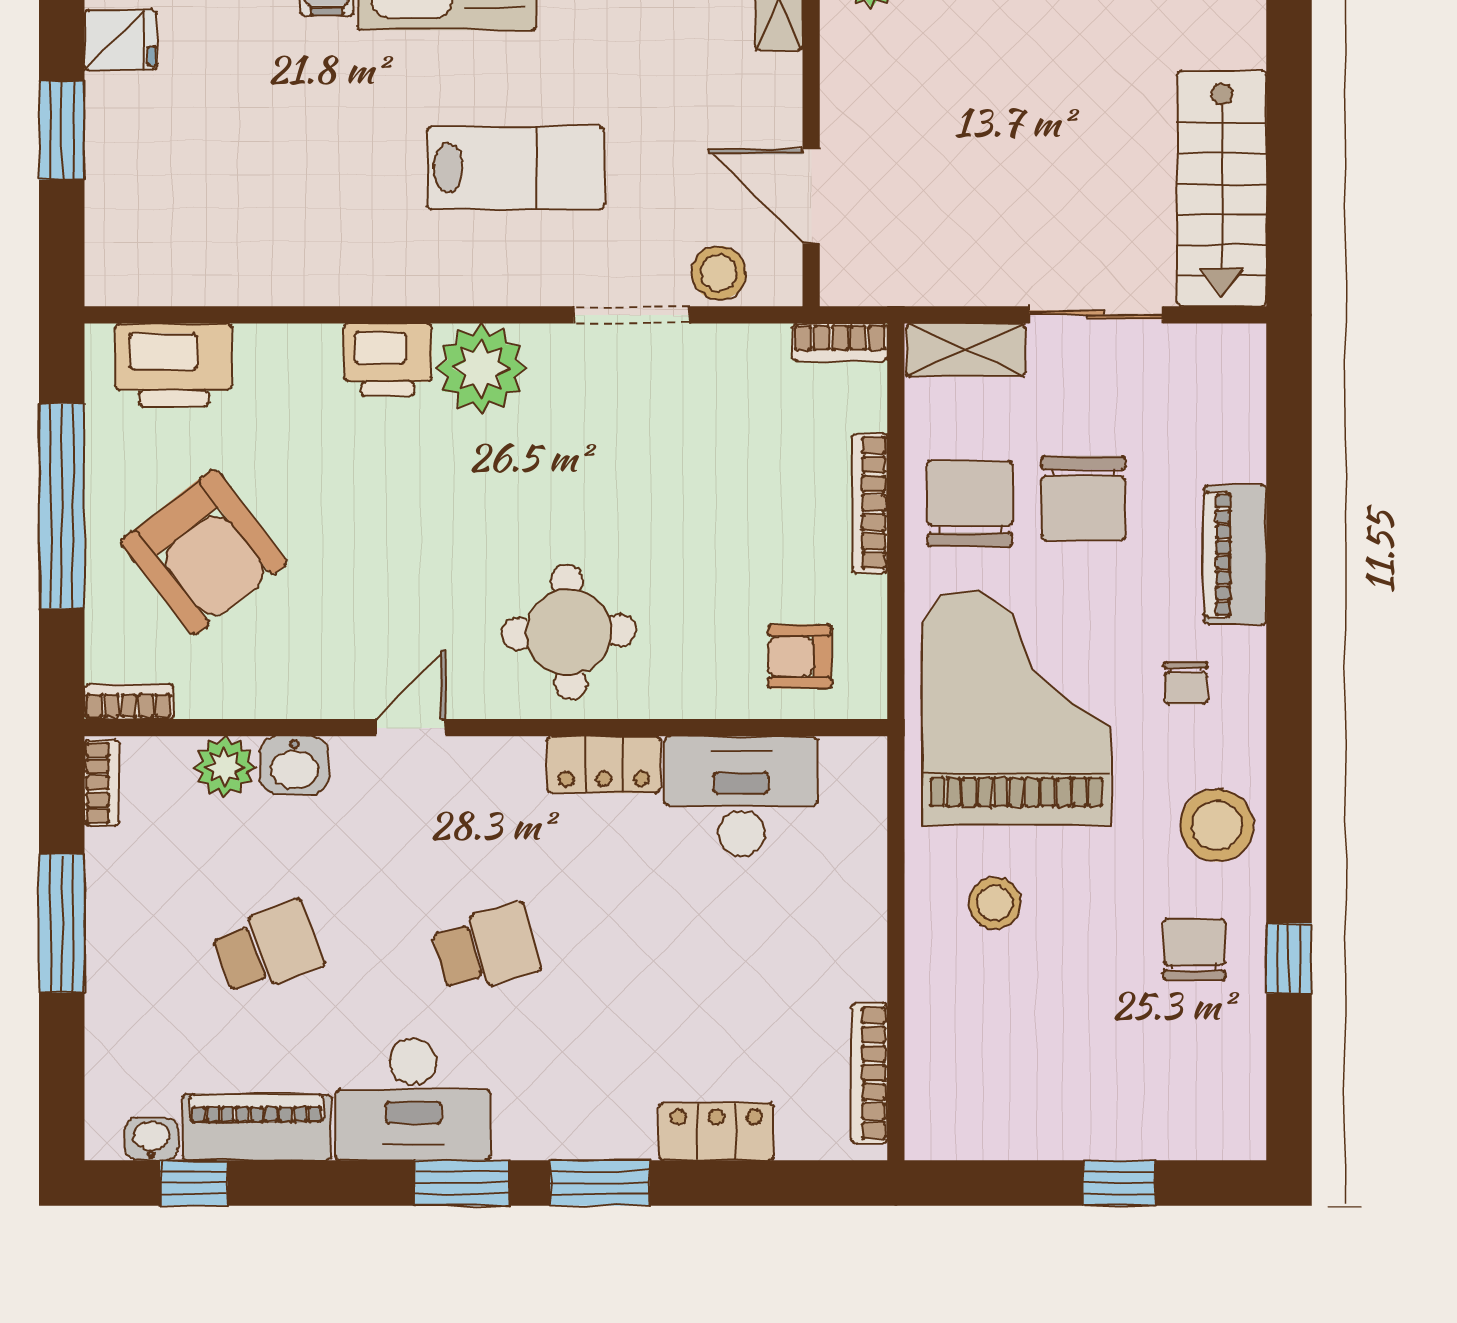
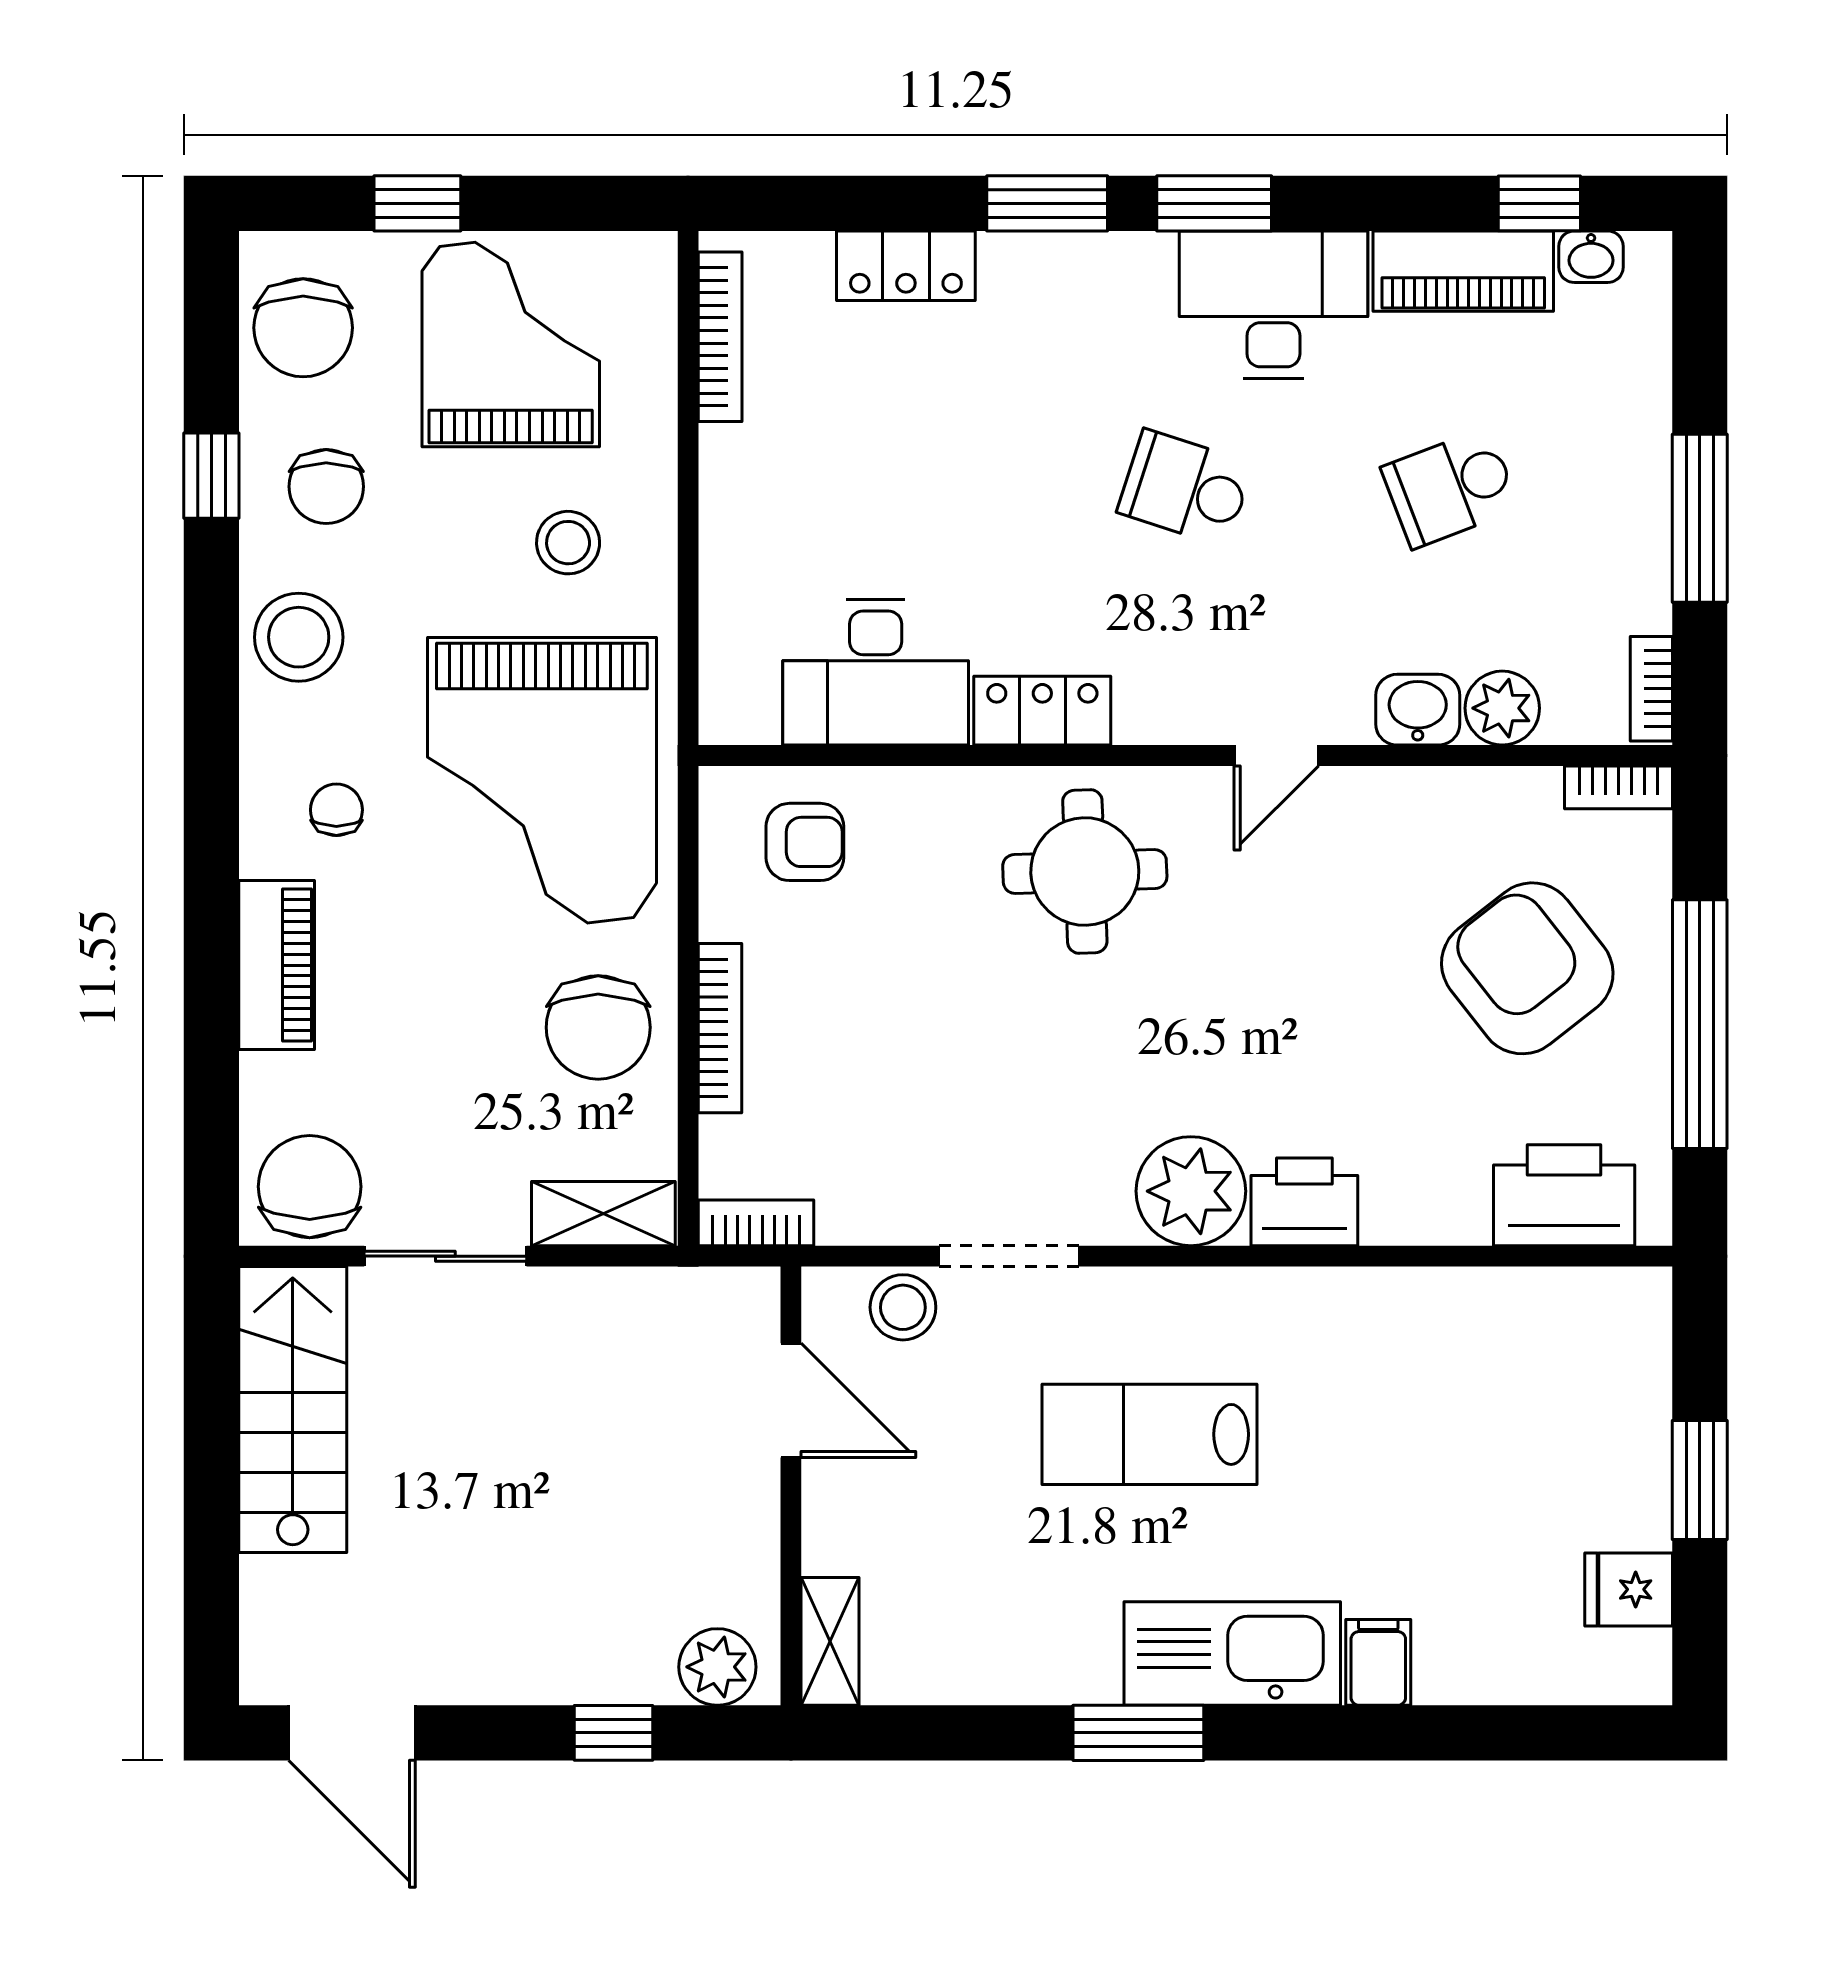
chair: (1083, 498) -> (310, 1187), moved
school desk: (486, 948) -> (1185, 488), turned 33
grand piano: (1042, 1067) -> (511, 345), added
chair: (1213, 1080) -> (303, 328), added

